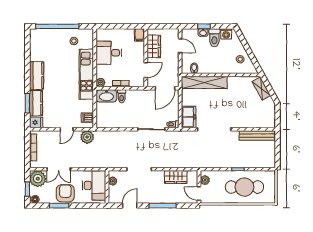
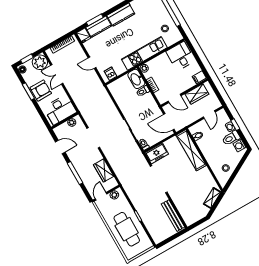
desk: (109, 53) -> (180, 56), moved
plant: (87, 137) -> (95, 82), removed

